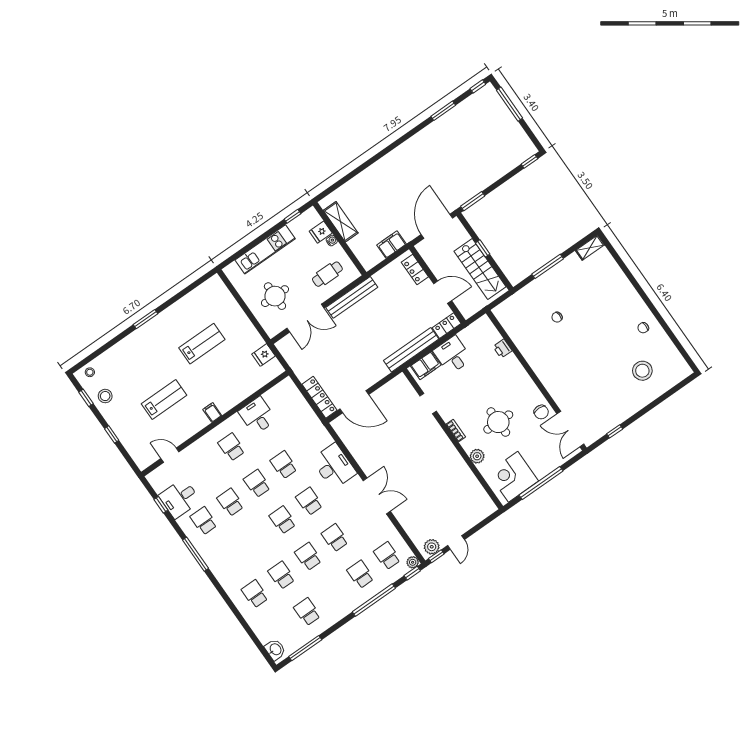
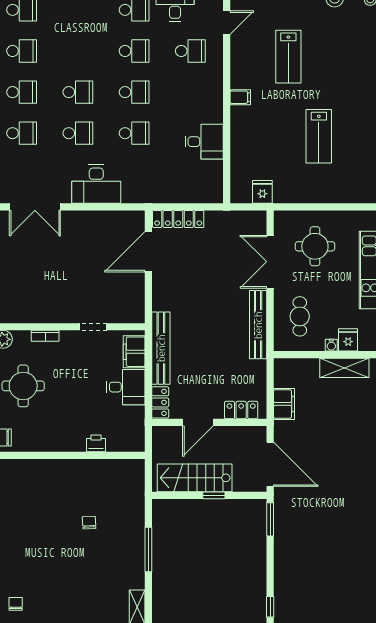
school desk: (231, 447) -> (190, 51), moved

